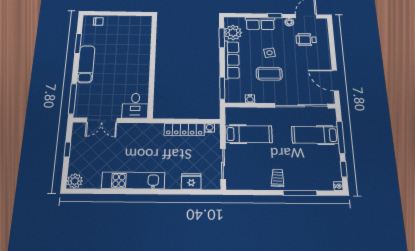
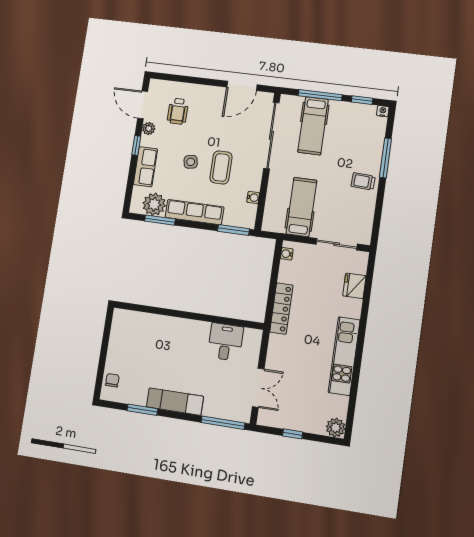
desk: (135, 106) -> (225, 342), moved, turned -90
locker: (184, 129) -> (281, 309), moved

